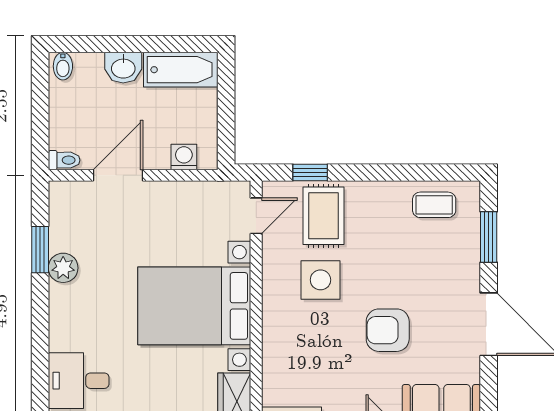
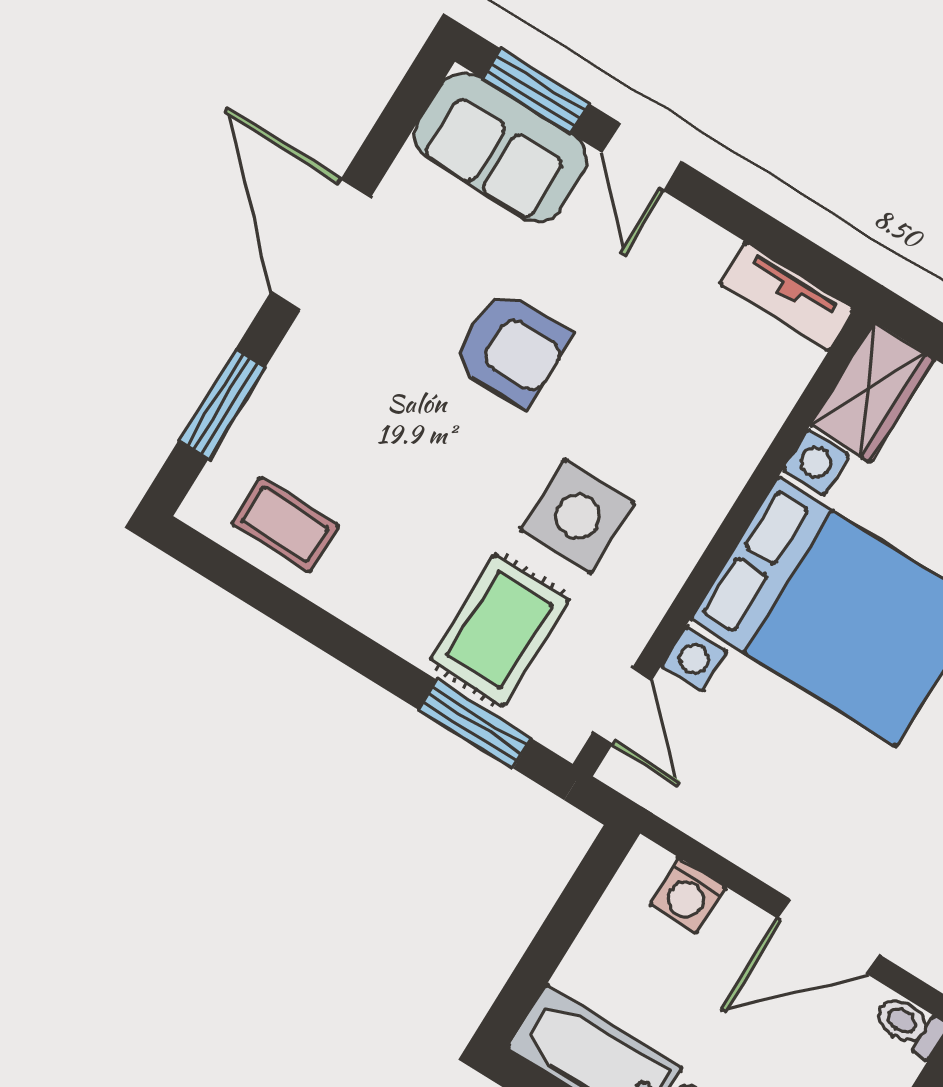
window: (310, 173) -> (475, 724), width x1.50
door: (256, 216) -> (622, 706), swing flipped

